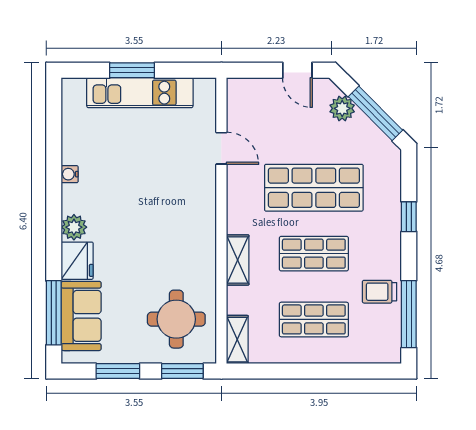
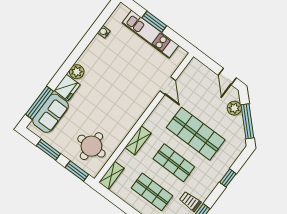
water cooler: (70, 174) -> (104, 32), moved

